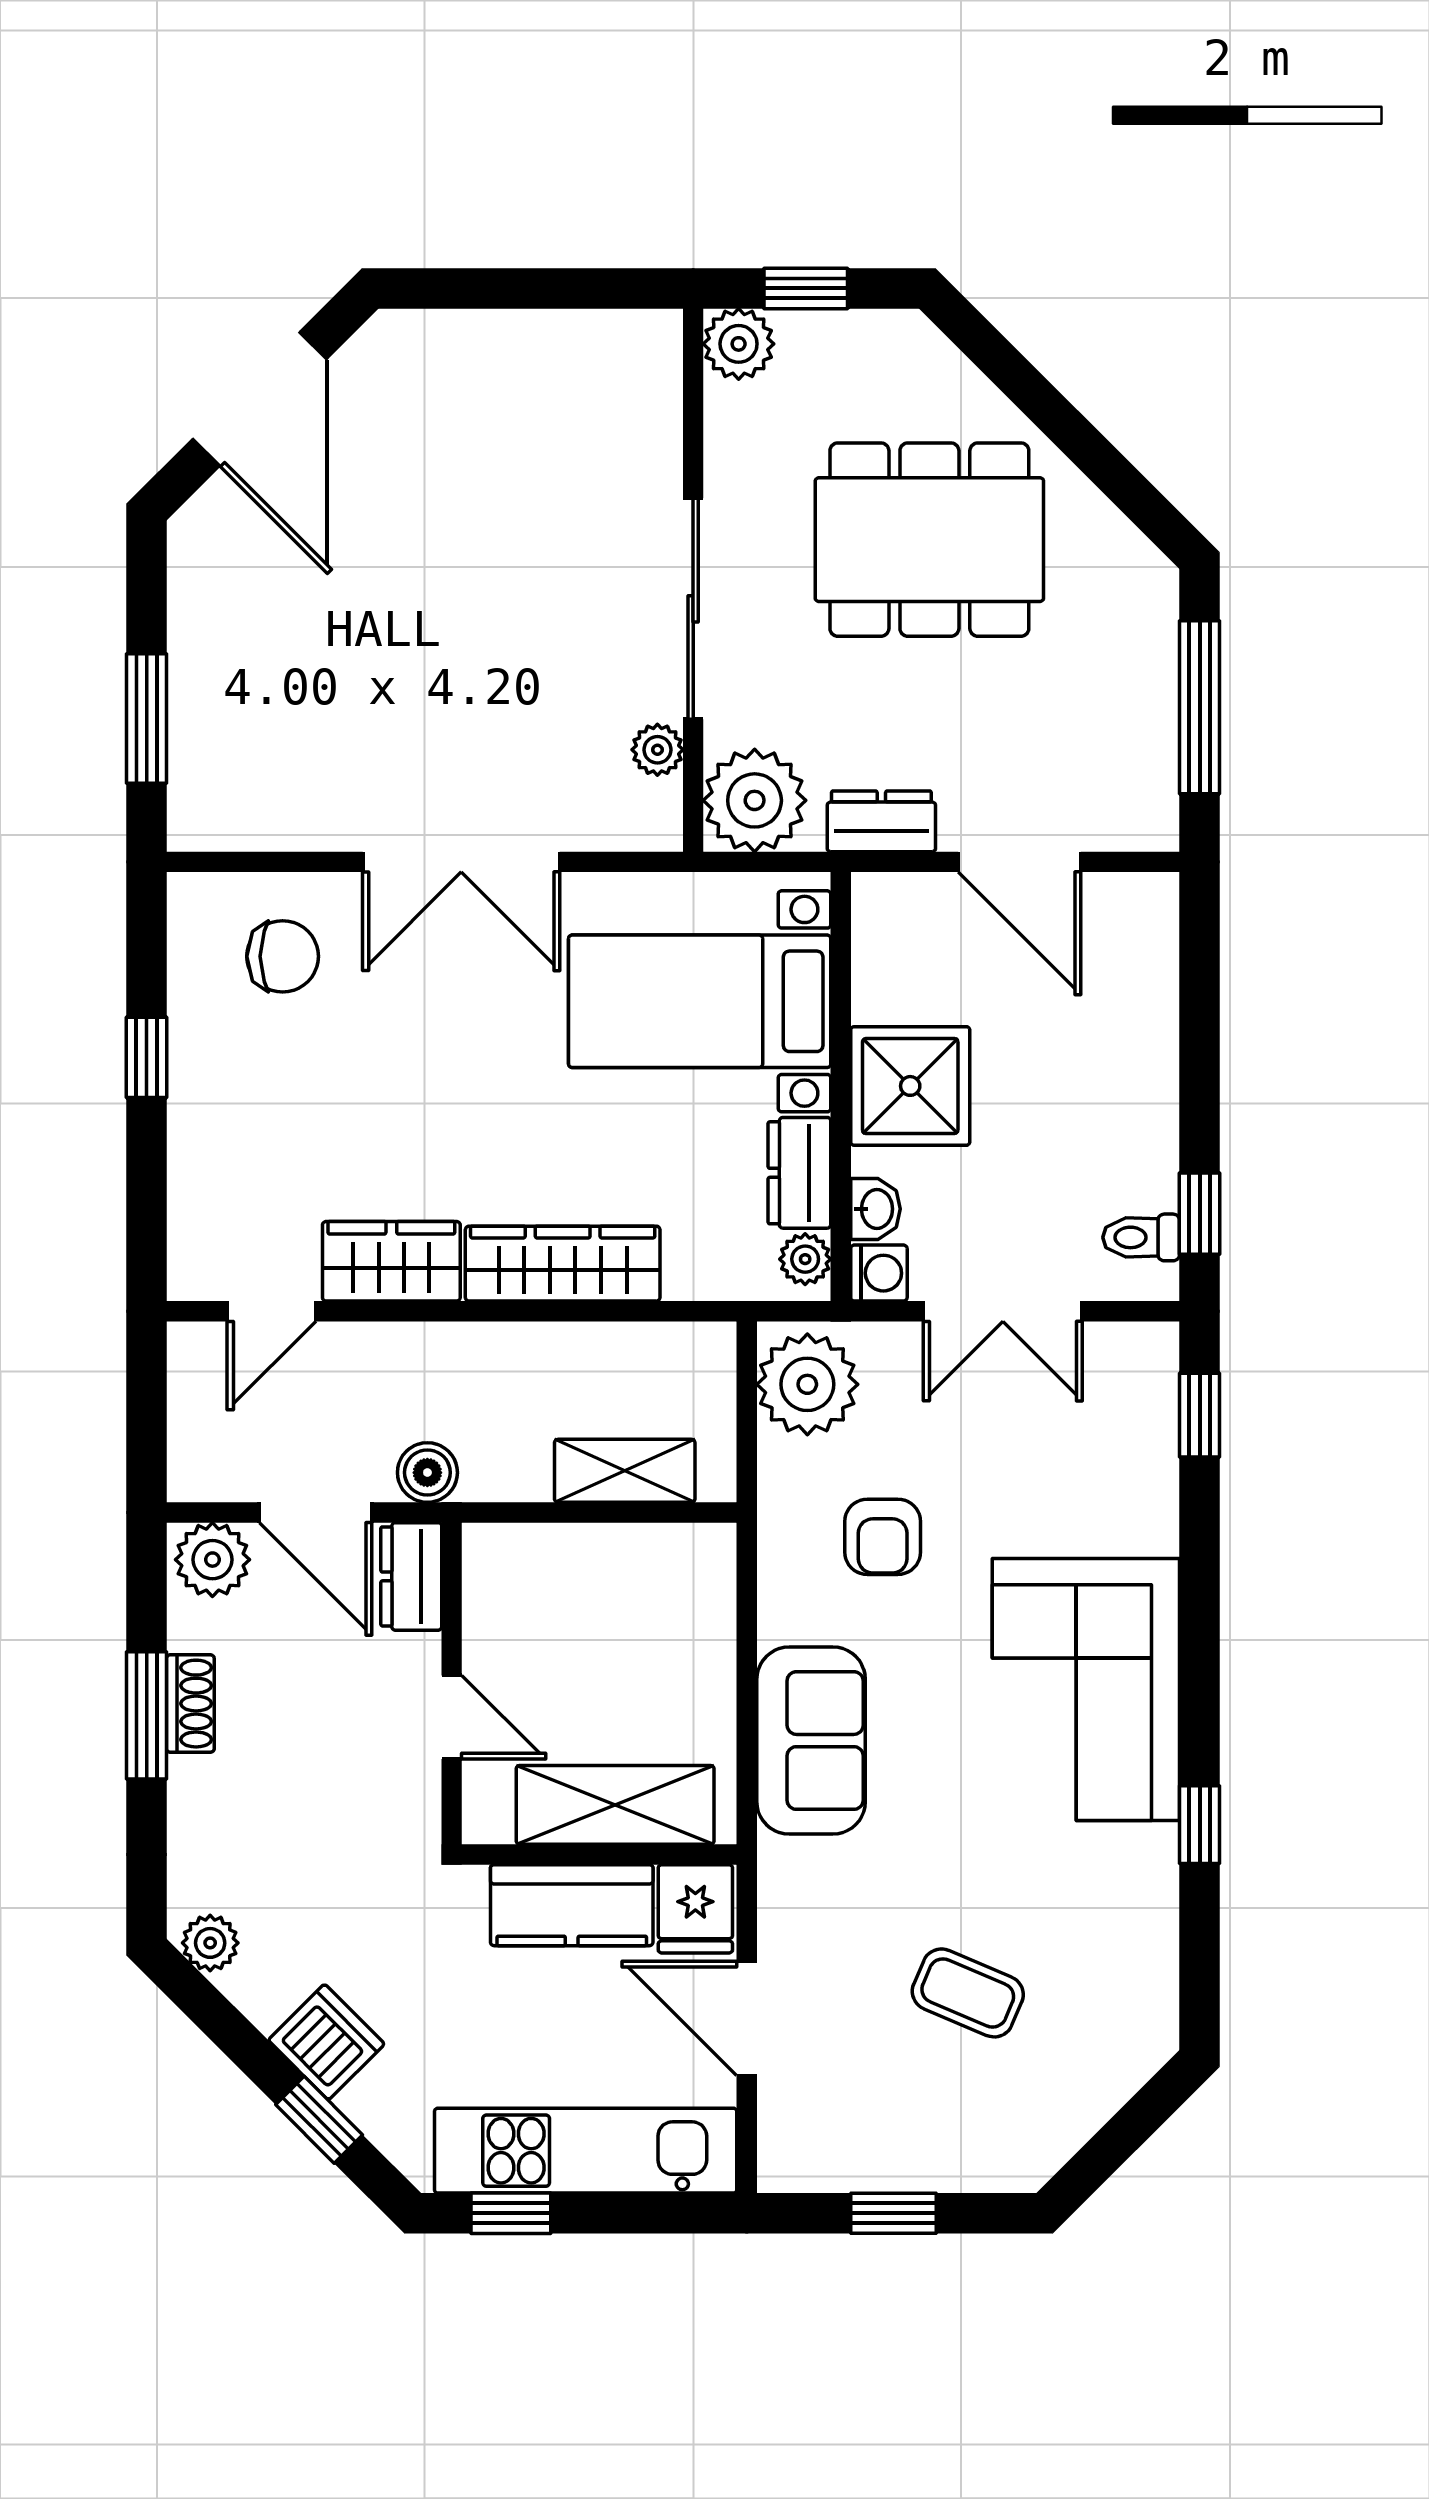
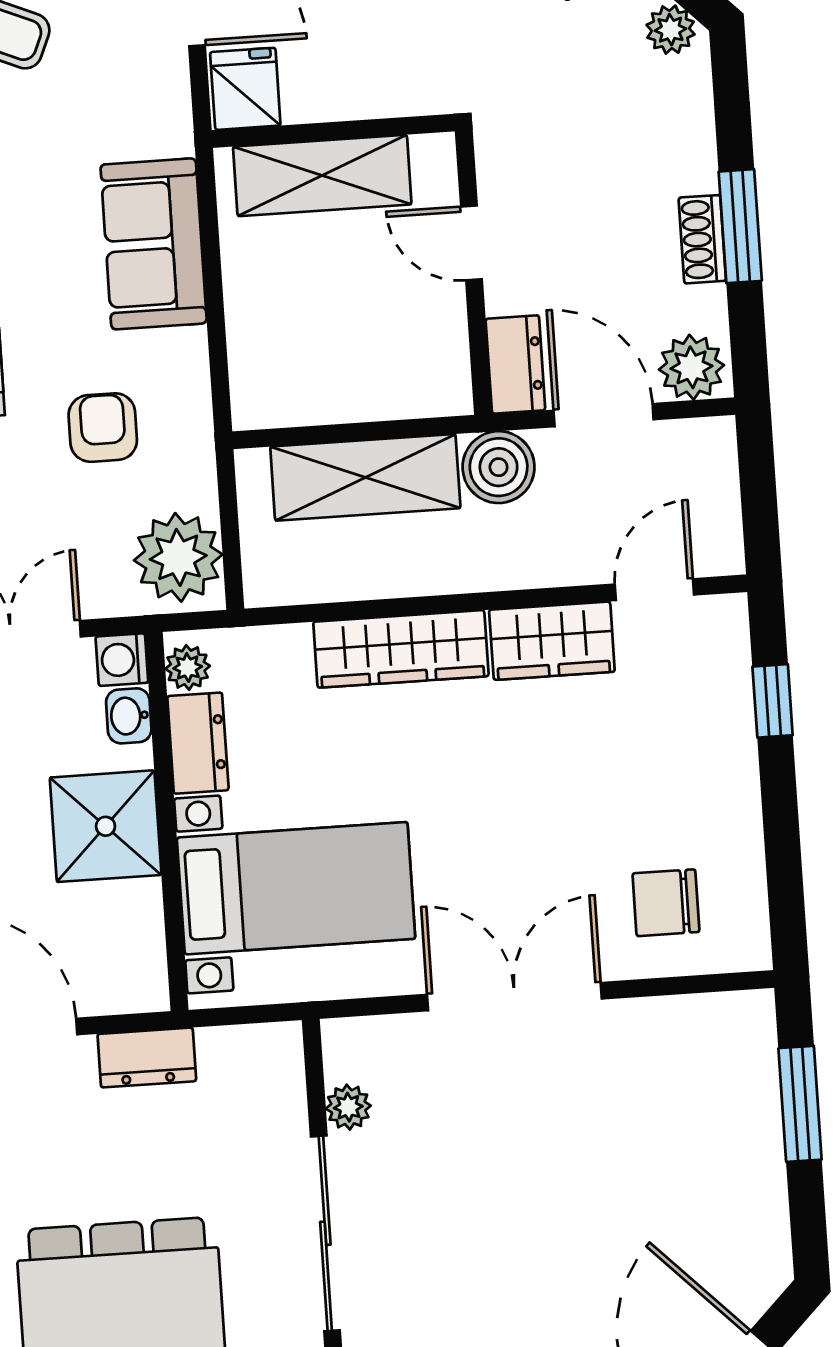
plant: (755, 800) -> (260, 1068), removed
window: (147, 1057) -> (773, 701), moved
shelving: (625, 1471) -> (365, 477), width x1.50, depth x1.33
boiler: (427, 1473) -> (499, 467), width x1.36, depth x1.36
kitchen counter: (572, 1905) -> (354, 85), removed

